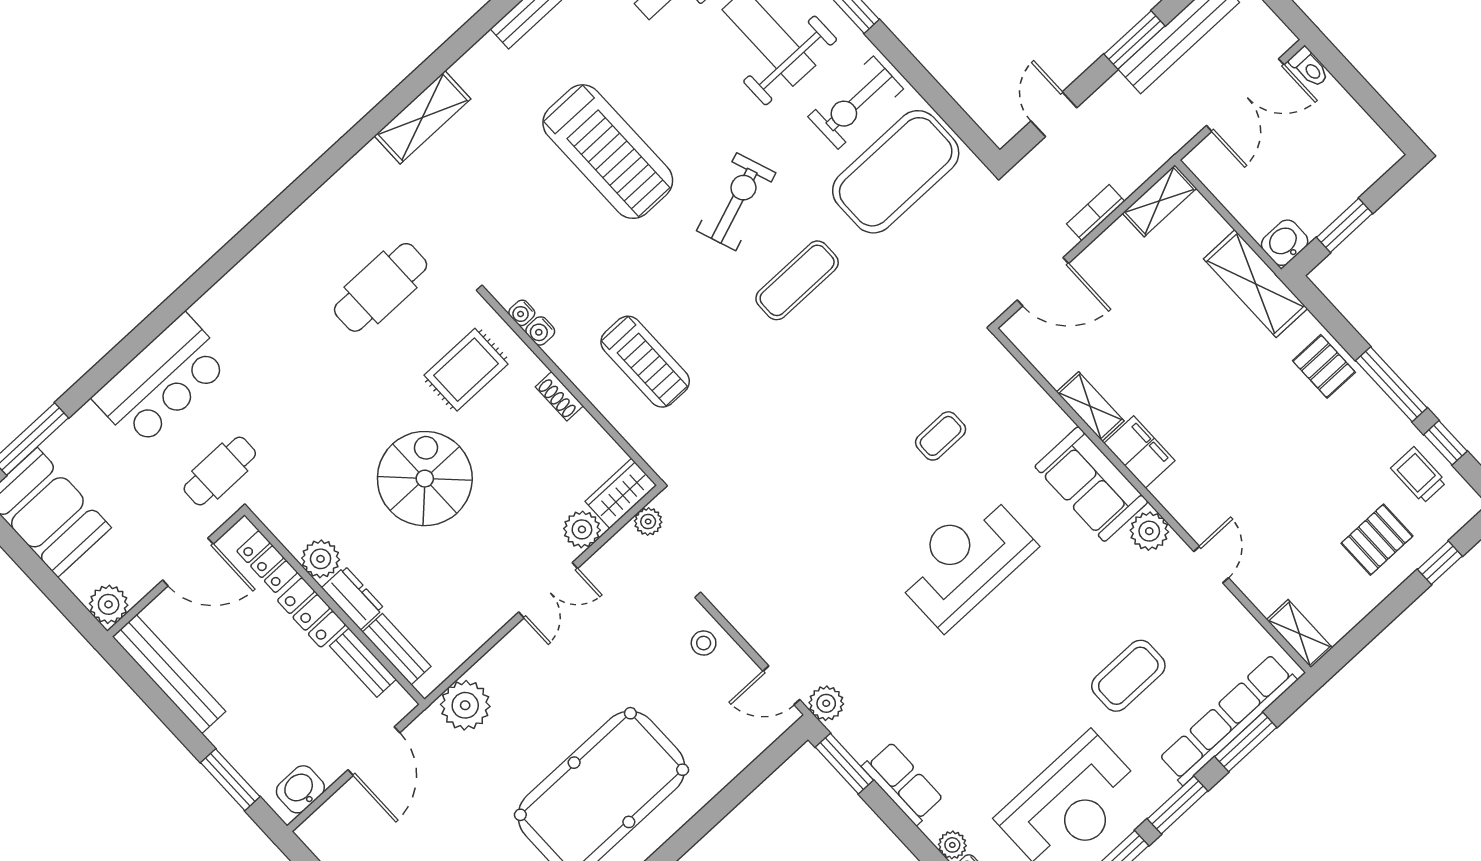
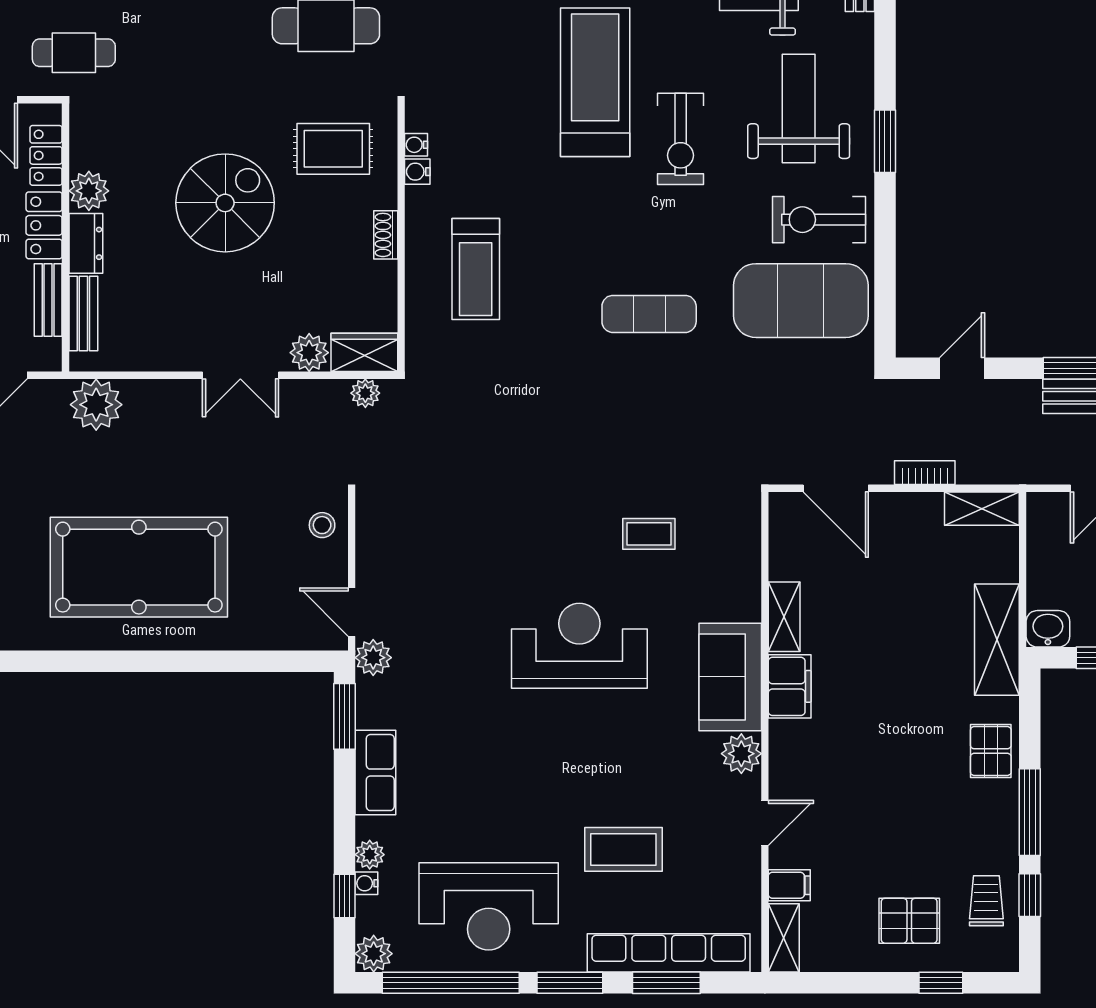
treadmill: (608, 152) -> (595, 82), turned 180
exercise bike: (736, 202) -> (681, 139), moved, turned 110
filing cabinet: (1269, 593) -> (789, 885), added

